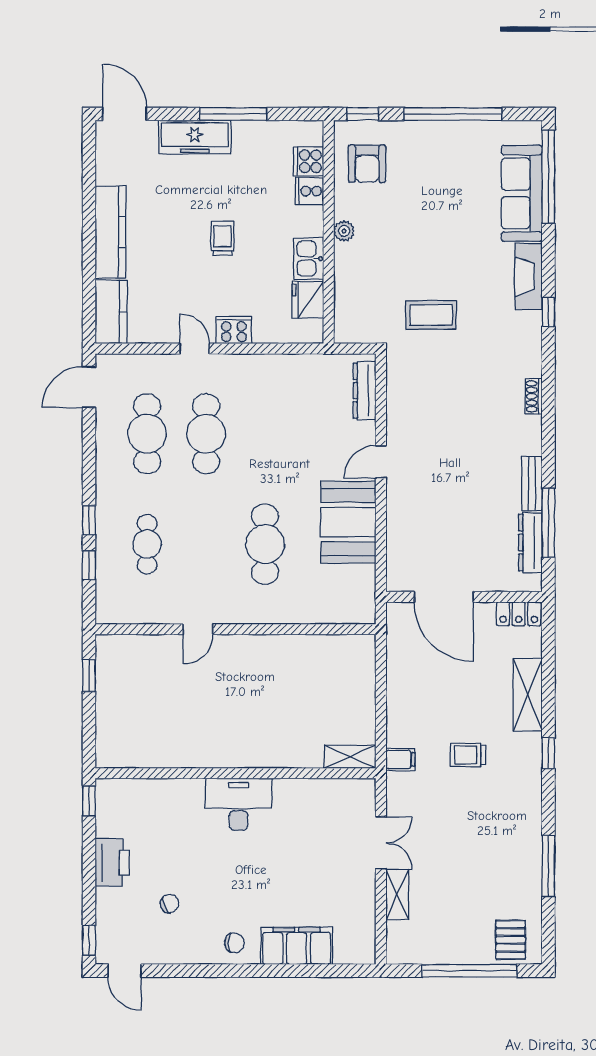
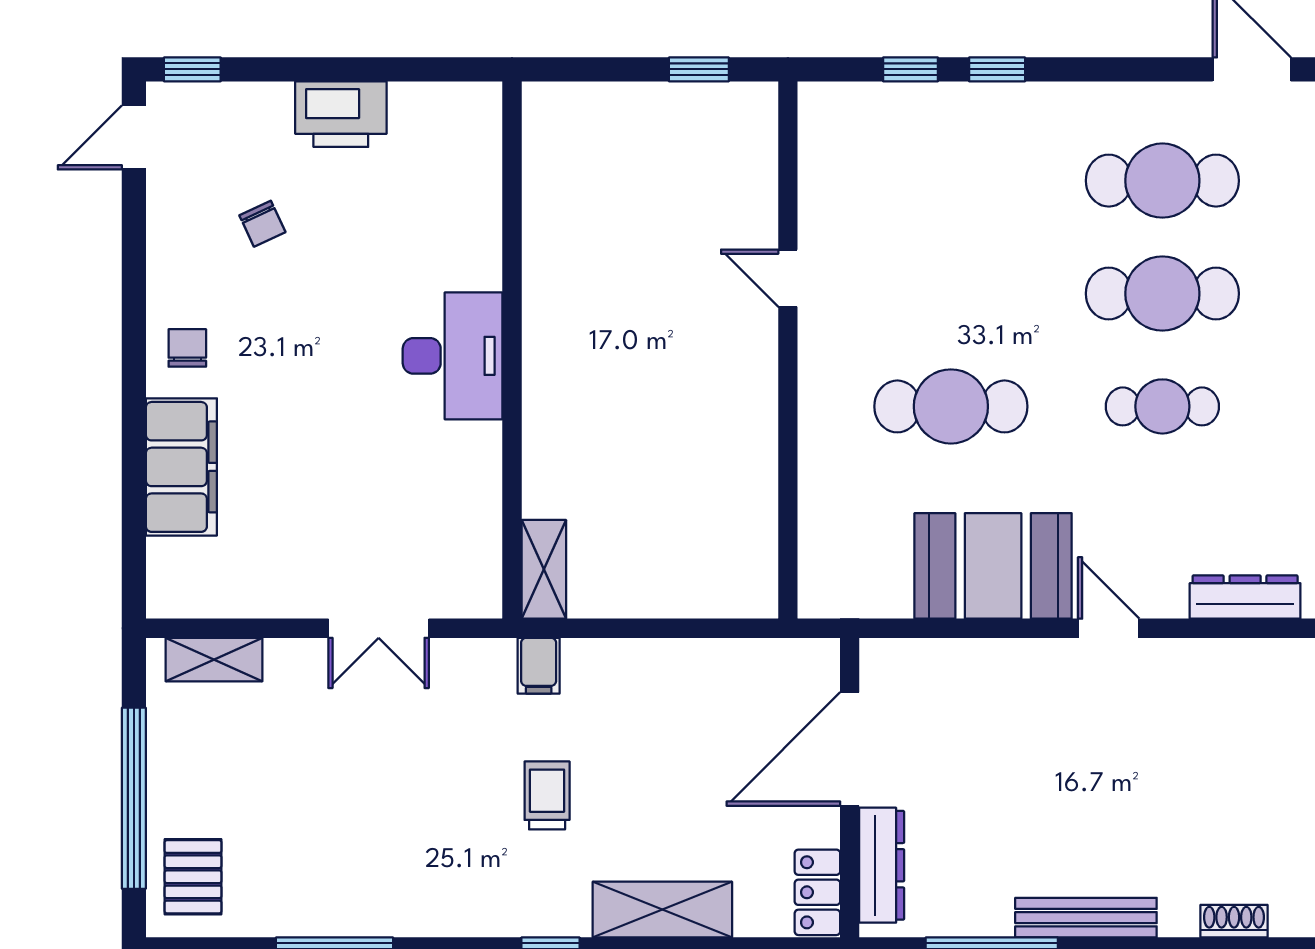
bench: (532, 483) -> (1086, 918), width x1.36
dresser: (530, 543) -> (882, 865), moved, turned 90
cafe table: (147, 544) -> (1162, 406), moved
window: (89, 801) -> (459, 69), removed
shelving: (397, 895) -> (214, 660), moved
pallet: (511, 940) -> (193, 877), turned 90
chair: (234, 943) -> (187, 348), turned 180

